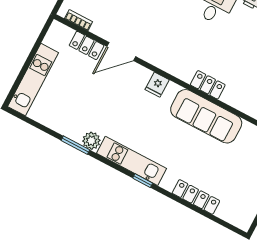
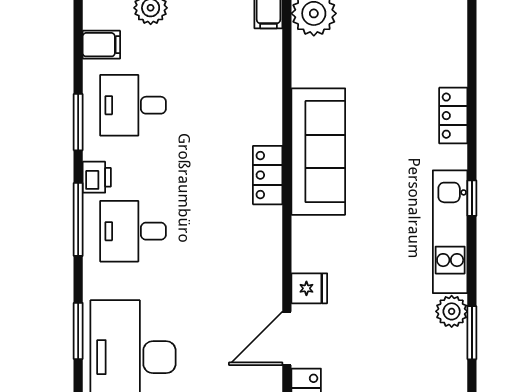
door: (121, 51) -> (287, 338), swing flipped
fridge: (157, 85) -> (309, 288), moved
locker: (196, 197) -> (453, 116), width x0.66

